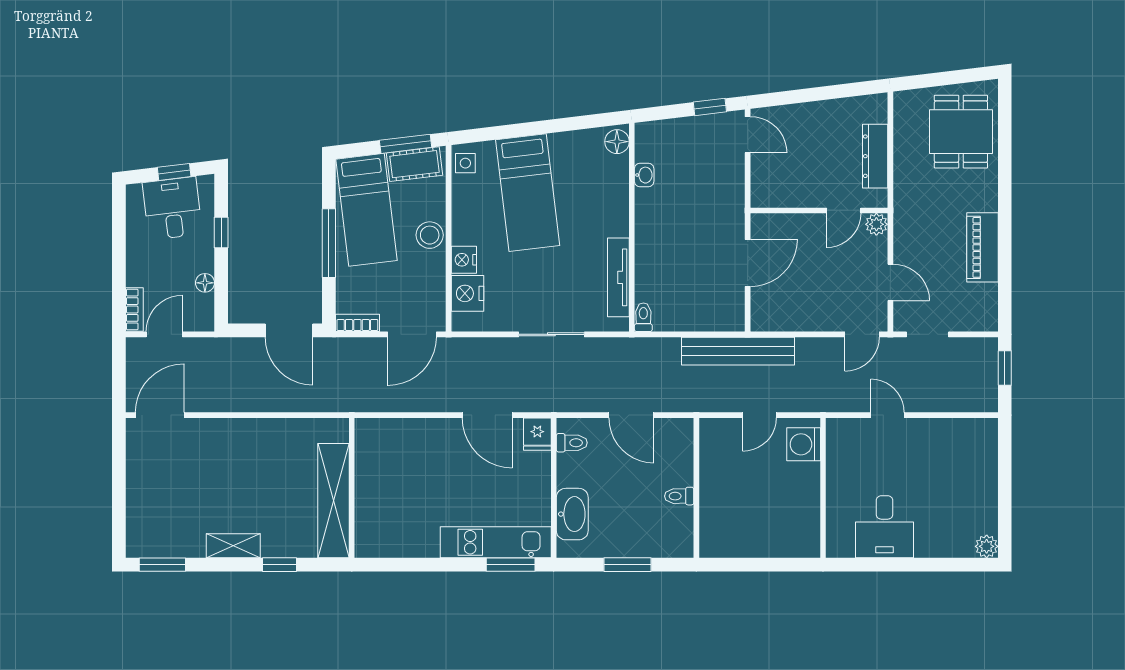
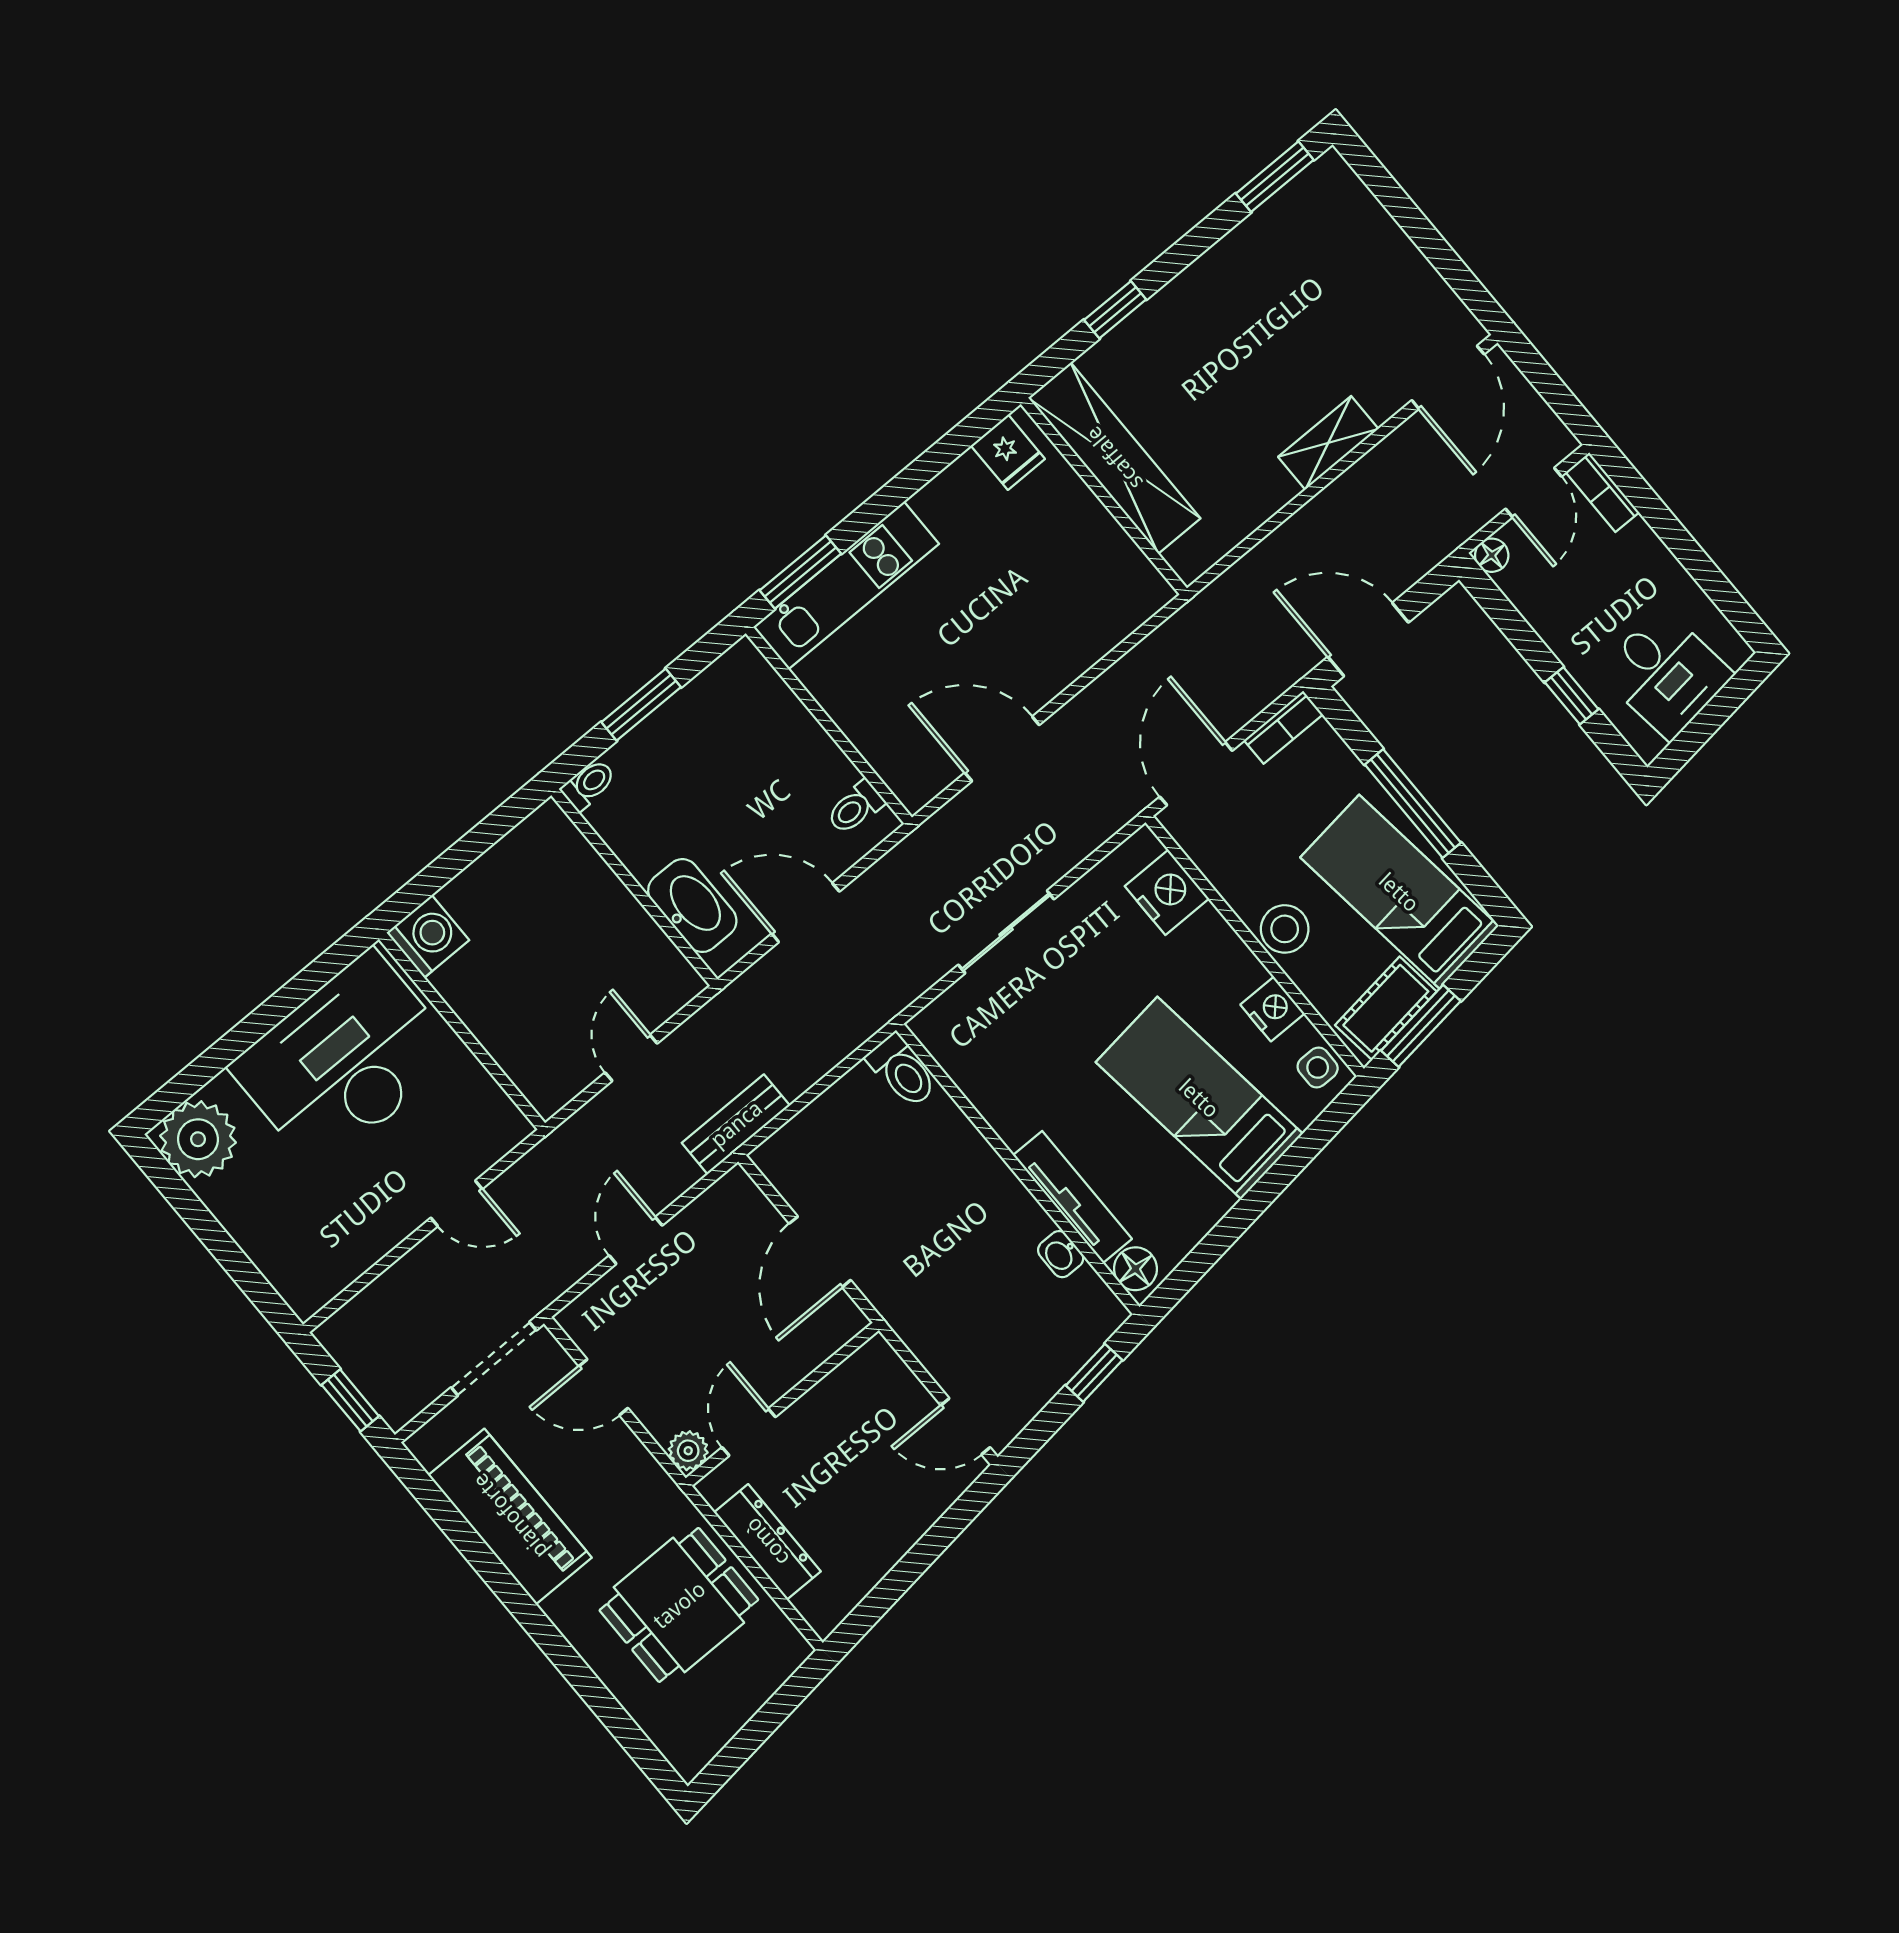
window: (710, 107) -> (1094, 1373), moved
dining table: (961, 132) -> (679, 1605), moved, turned 90
window: (174, 172) -> (1704, 725), removed
piano: (983, 247) -> (510, 1516), width x1.37, depth x1.33
nightstand: (464, 260) -> (1273, 1009), moved
tv unit: (618, 277) -> (1072, 1197), moved
floor lamp: (205, 283) -> (1492, 555), moved
toilet: (643, 317) -> (902, 1071), width x1.37, depth x1.39
door: (862, 334) -> (636, 1240), moved
doorway: (928, 334) -> (494, 1359), width x1.38
bench: (738, 351) -> (736, 1124), width x0.54, depth x0.82
fridge: (537, 434) -> (1008, 452), moved, turned 180
washing machine: (804, 444) -> (428, 936), moved
toilet: (679, 496) -> (589, 785), moved
washbasin: (572, 514) -> (692, 906), moved, turned 180
desk: (884, 527) -> (345, 1061), width x1.87, depth x1.30
shelving: (233, 546) -> (1328, 443), moved
plant: (987, 546) -> (198, 1139), width x1.87, depth x1.87

